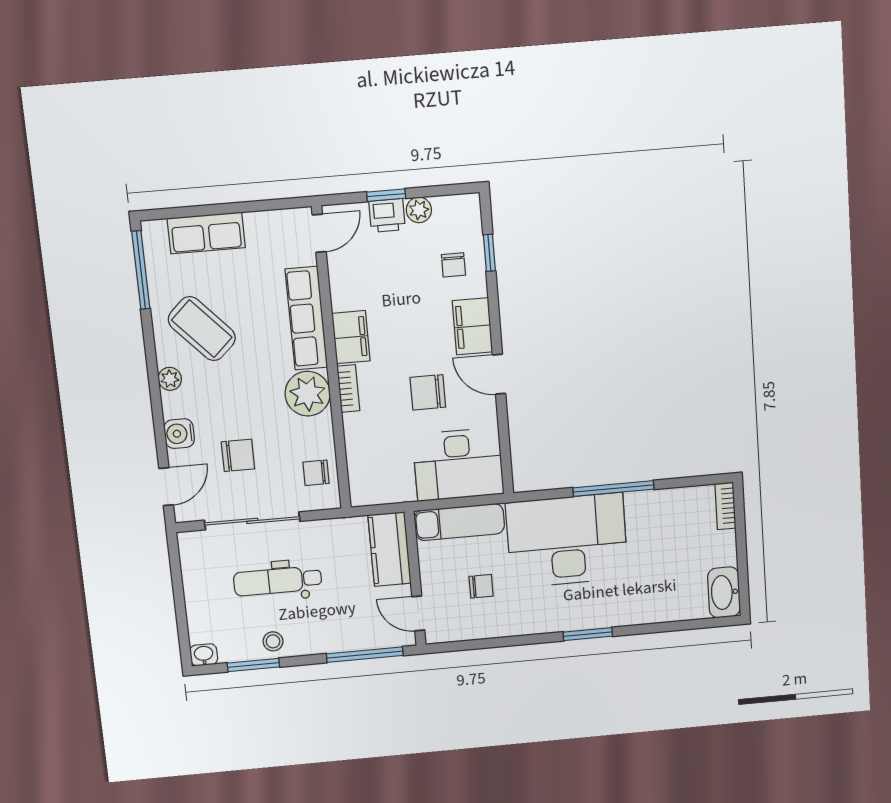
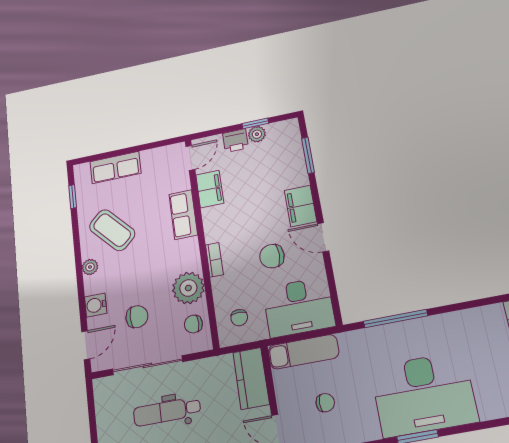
window: (386, 195) -> (255, 123), moved
window: (489, 253) -> (308, 155), width x1.50
chair: (453, 265) -> (239, 318), moved
window: (141, 270) -> (73, 196), width x0.46
row of seats: (306, 318) -> (183, 215), width x0.68
filing cabinet: (351, 337) -> (210, 189), moved
plant: (308, 394) -> (188, 288), moved
window: (613, 488) -> (396, 319), moved
desk: (567, 540) -> (424, 394), moved, turned 180

